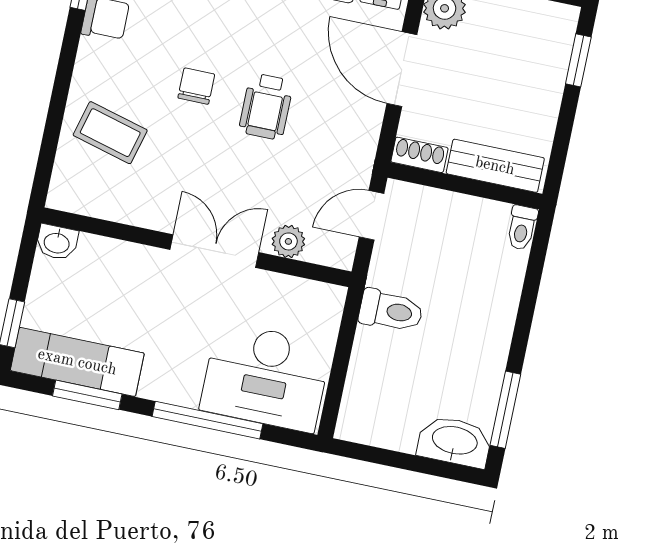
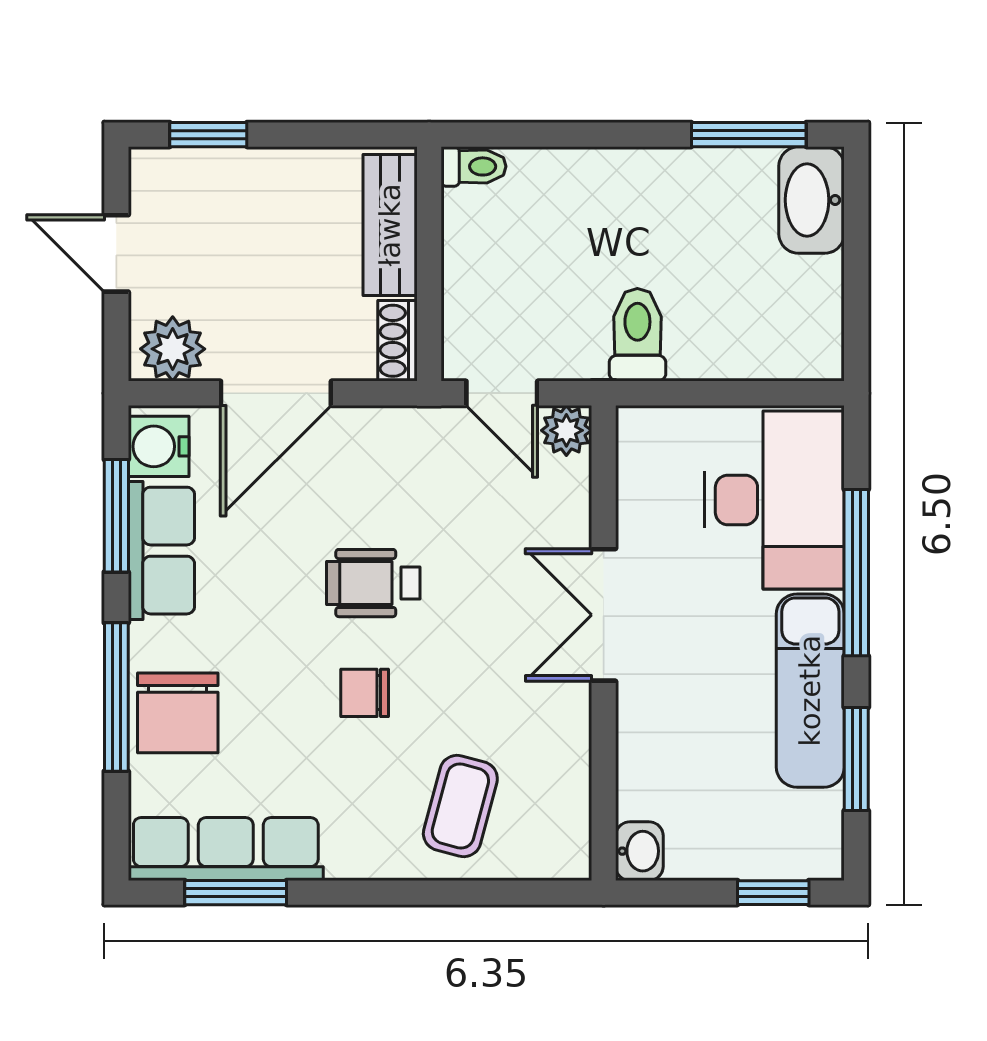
wheelchair: (266, 106) -> (373, 583), turned 180
plant: (288, 241) -> (566, 430), moved
exam couch: (77, 362) -> (810, 691), moved

